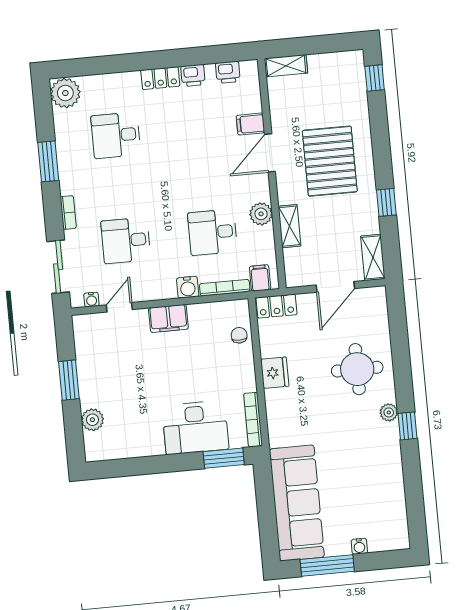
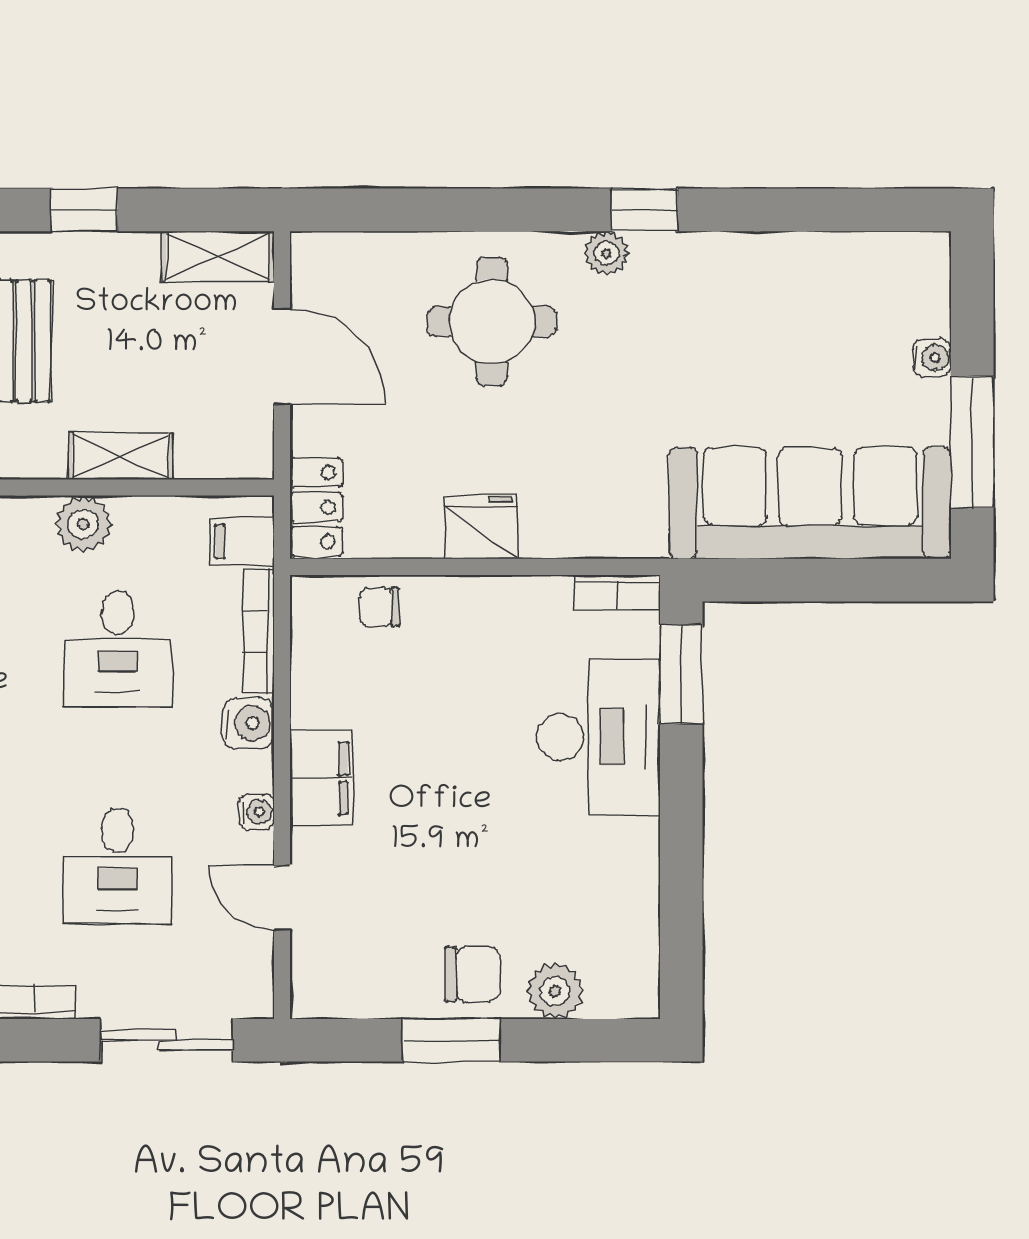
water cooler: (91, 300) -> (256, 812), moved
chair: (96, 386) -> (473, 974), added
bookcase: (253, 420) -> (617, 592), width x0.64

